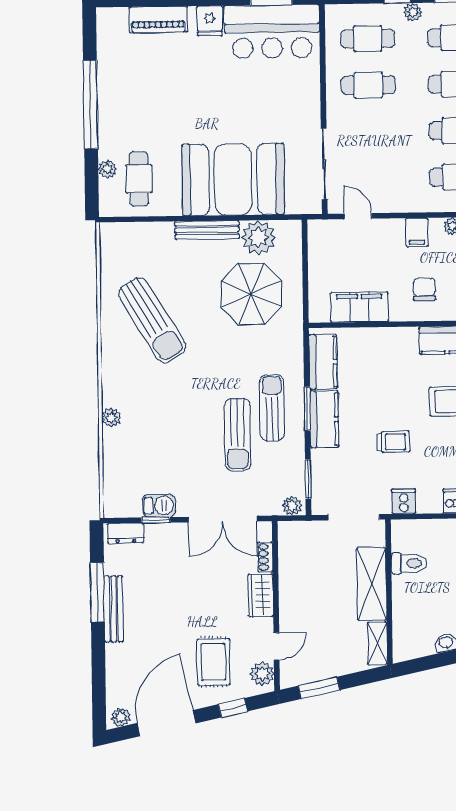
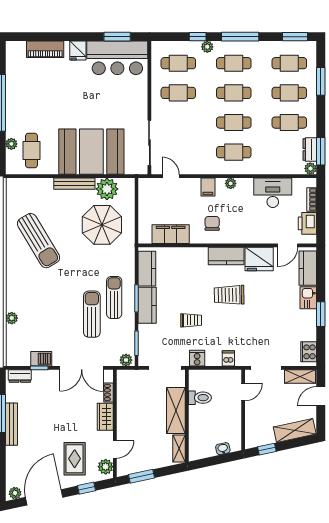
plant: (111, 418) -> (12, 318), moved
sun lounger: (237, 434) -> (92, 314), turned 180

